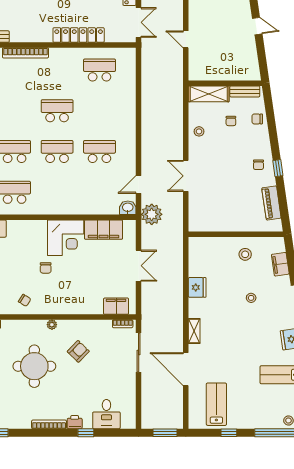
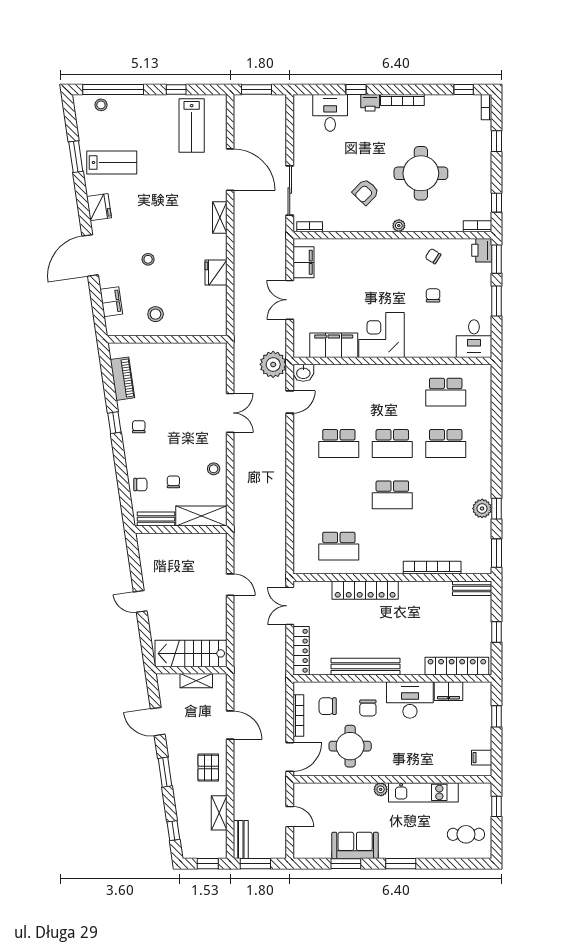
chair: (46, 268) -> (433, 295), moved
filing cabinet: (116, 306) -> (303, 262), moved, turned -90

